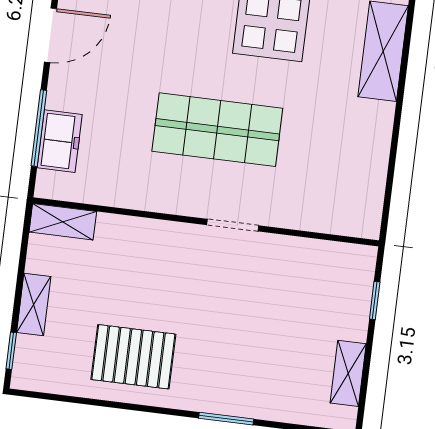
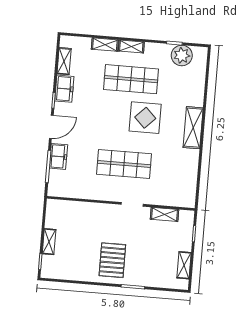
freezer: (60, 141) -> (58, 156), moved
shelving: (63, 222) -> (164, 214), moved
pallet: (133, 357) -> (112, 260), moved, turned 90

